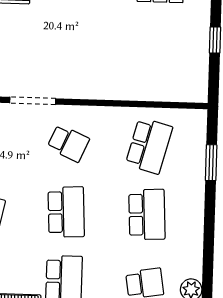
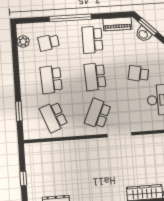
school desk: (68, 143) -> (98, 114), width x1.85
school desk: (149, 146) -> (54, 117), turned -36

